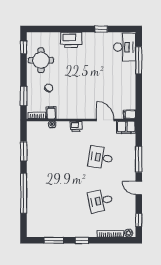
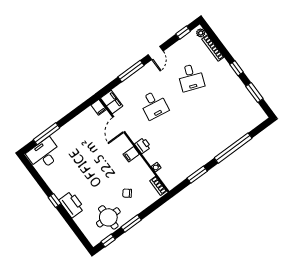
window: (101, 29) -> (55, 201), moved
window: (24, 96) -> (131, 223), moved
filing cabinet: (51, 113) -> (131, 154), moved
desk: (100, 201) -> (191, 77), turned 33

